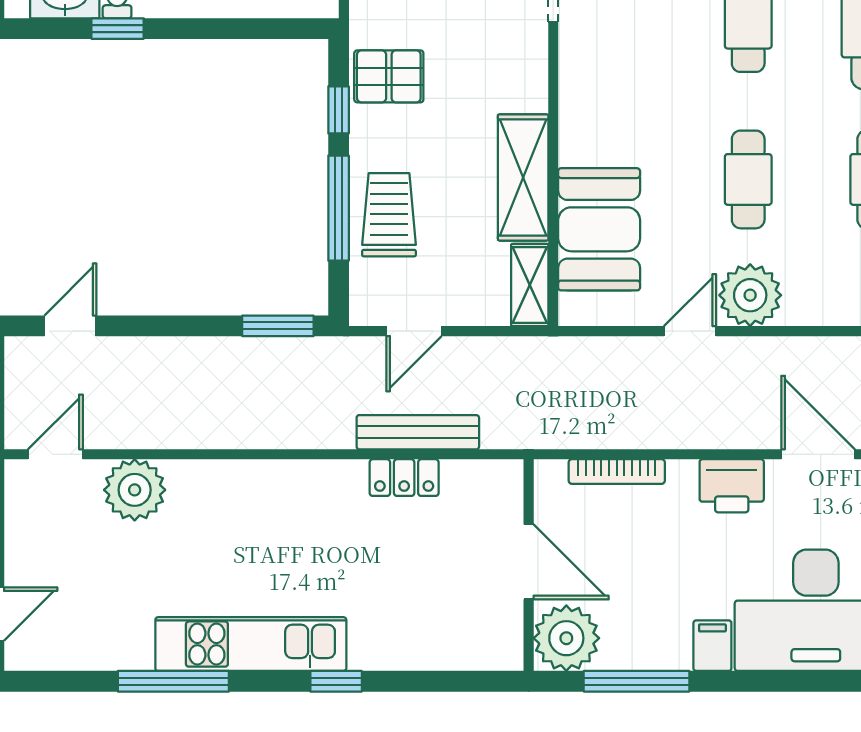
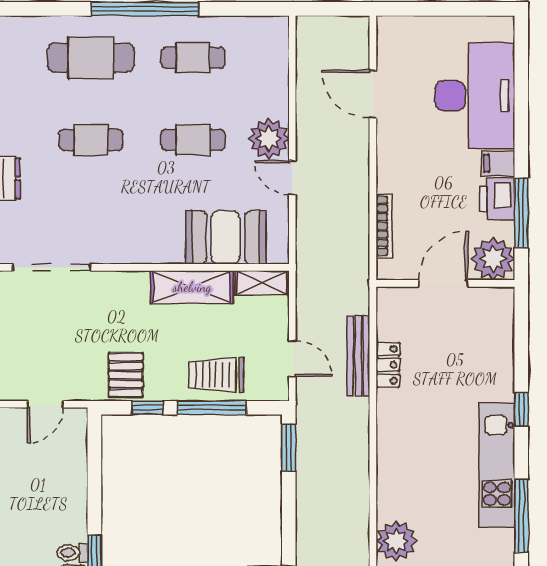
door: (818, 454) -> (373, 94), hinge flipped
printer: (732, 486) -> (497, 199), moved, turned 180

